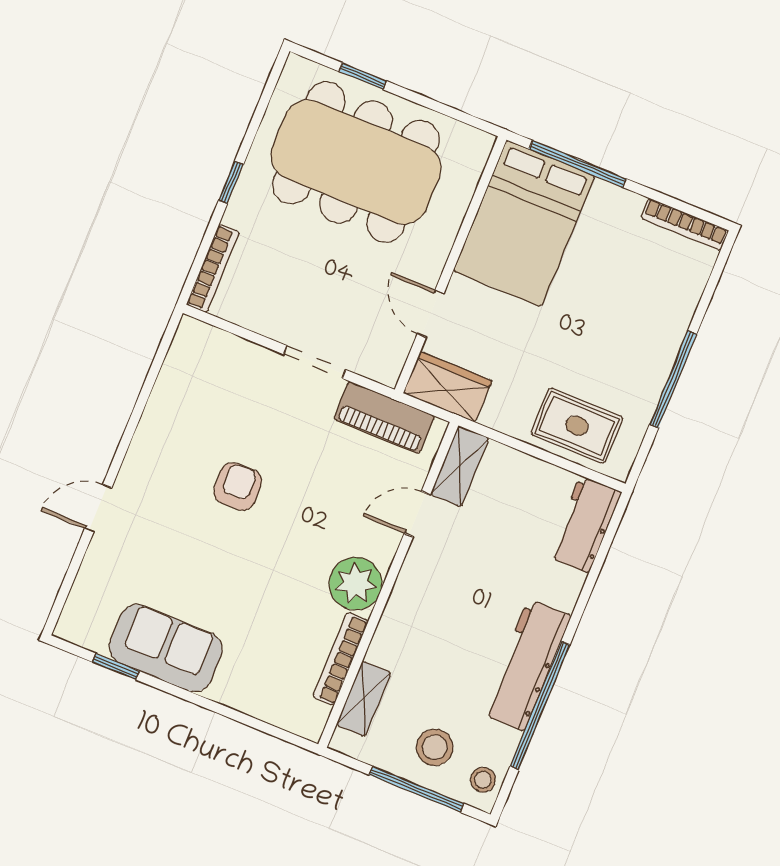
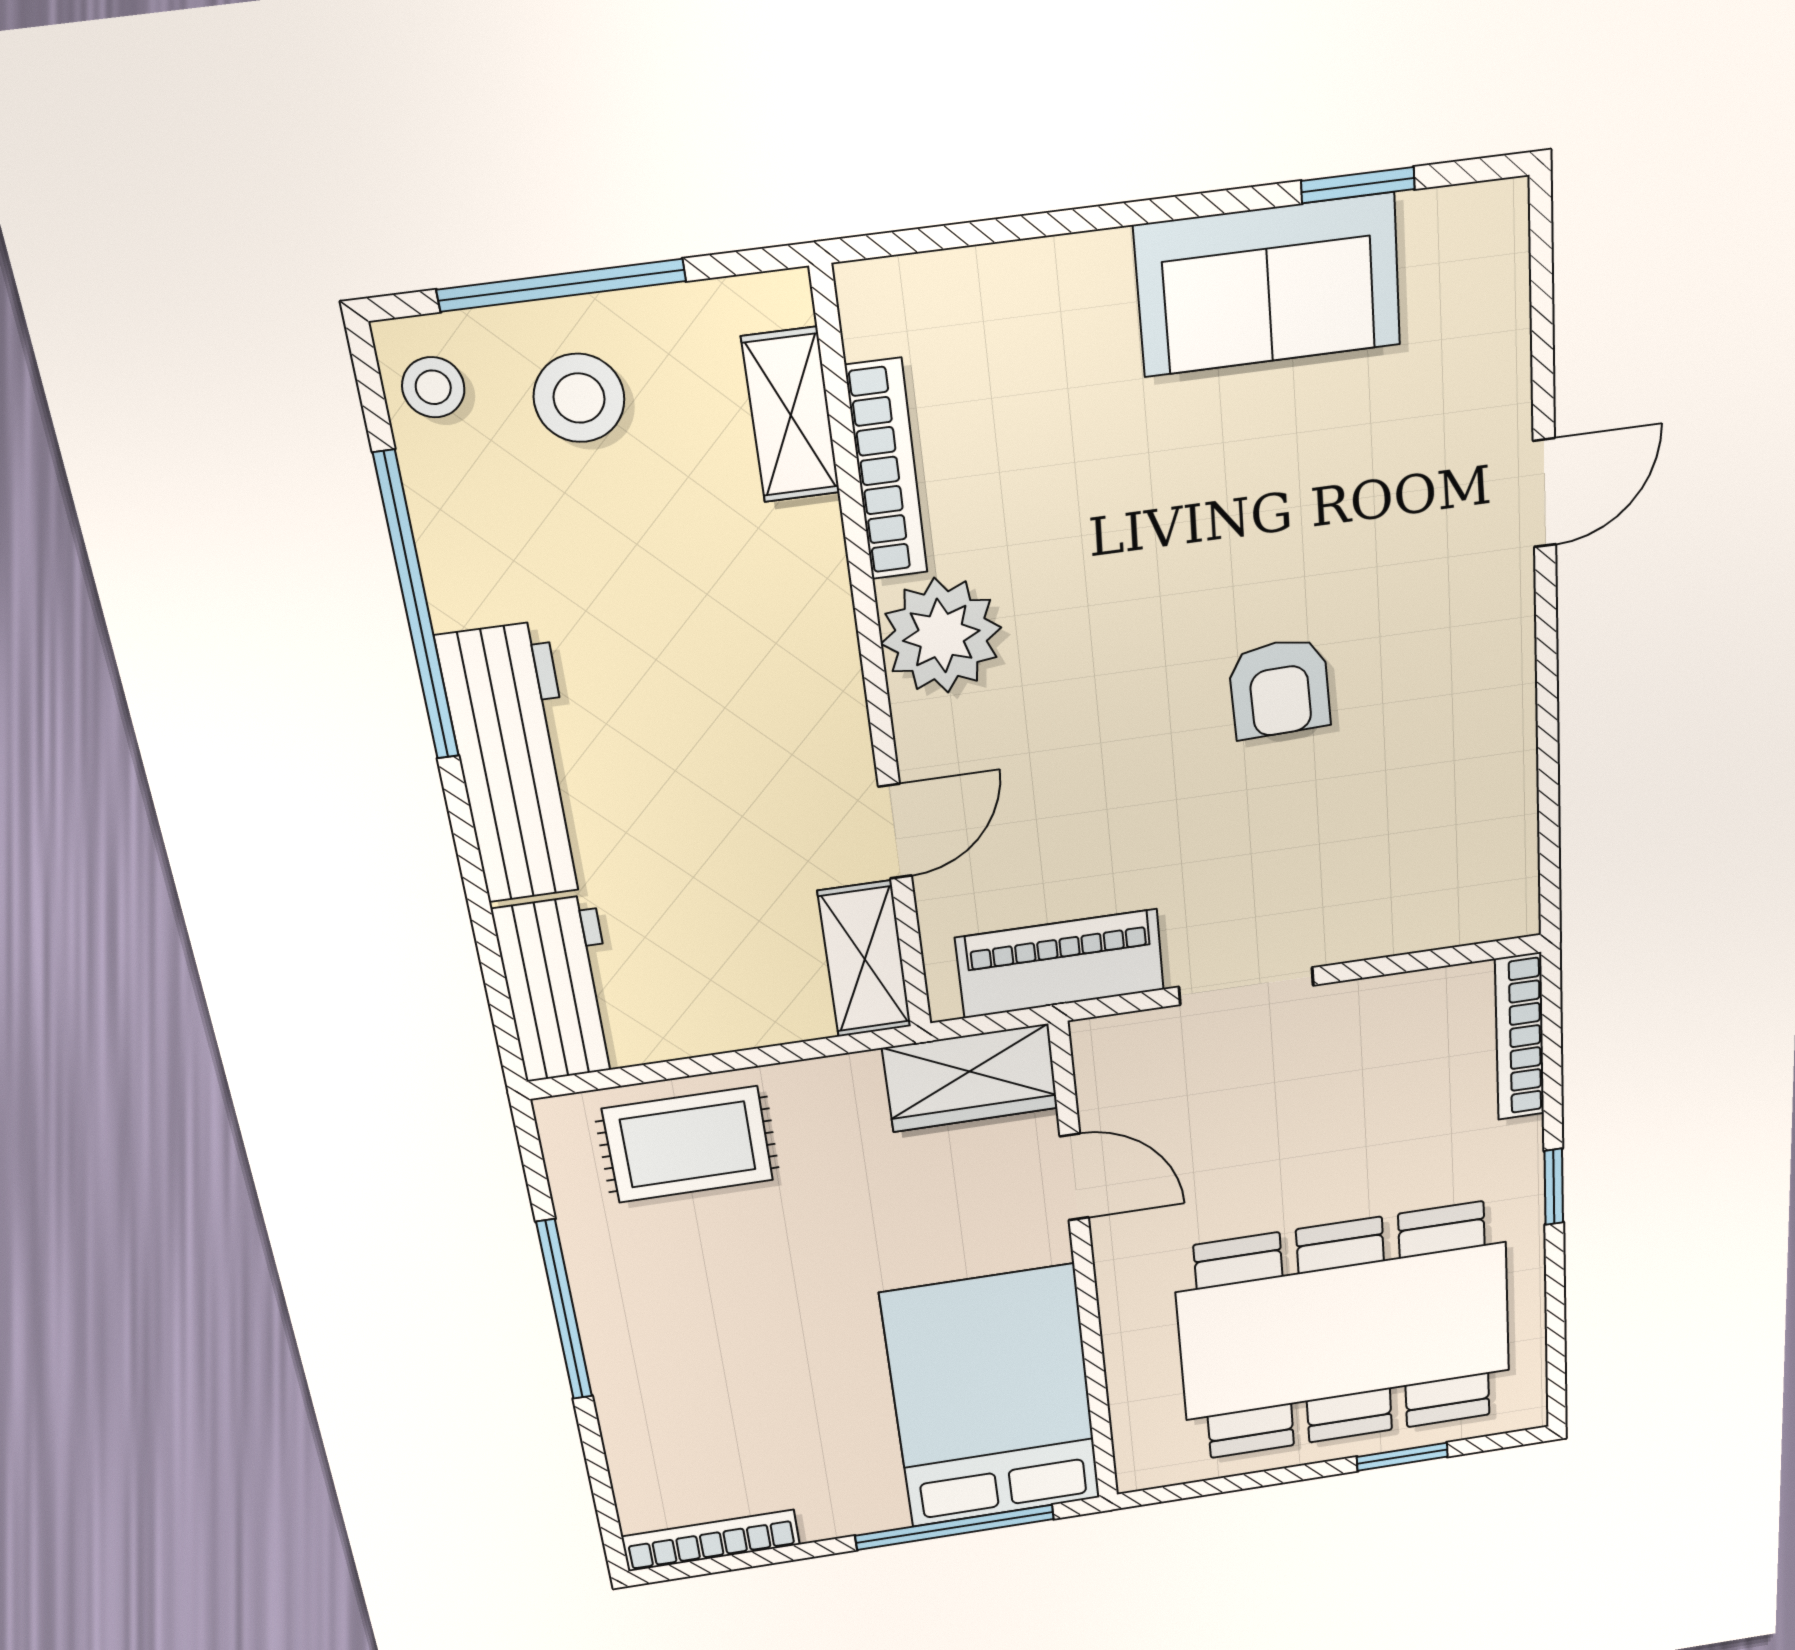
workbench: (526, 665) -> (516, 764), moved

